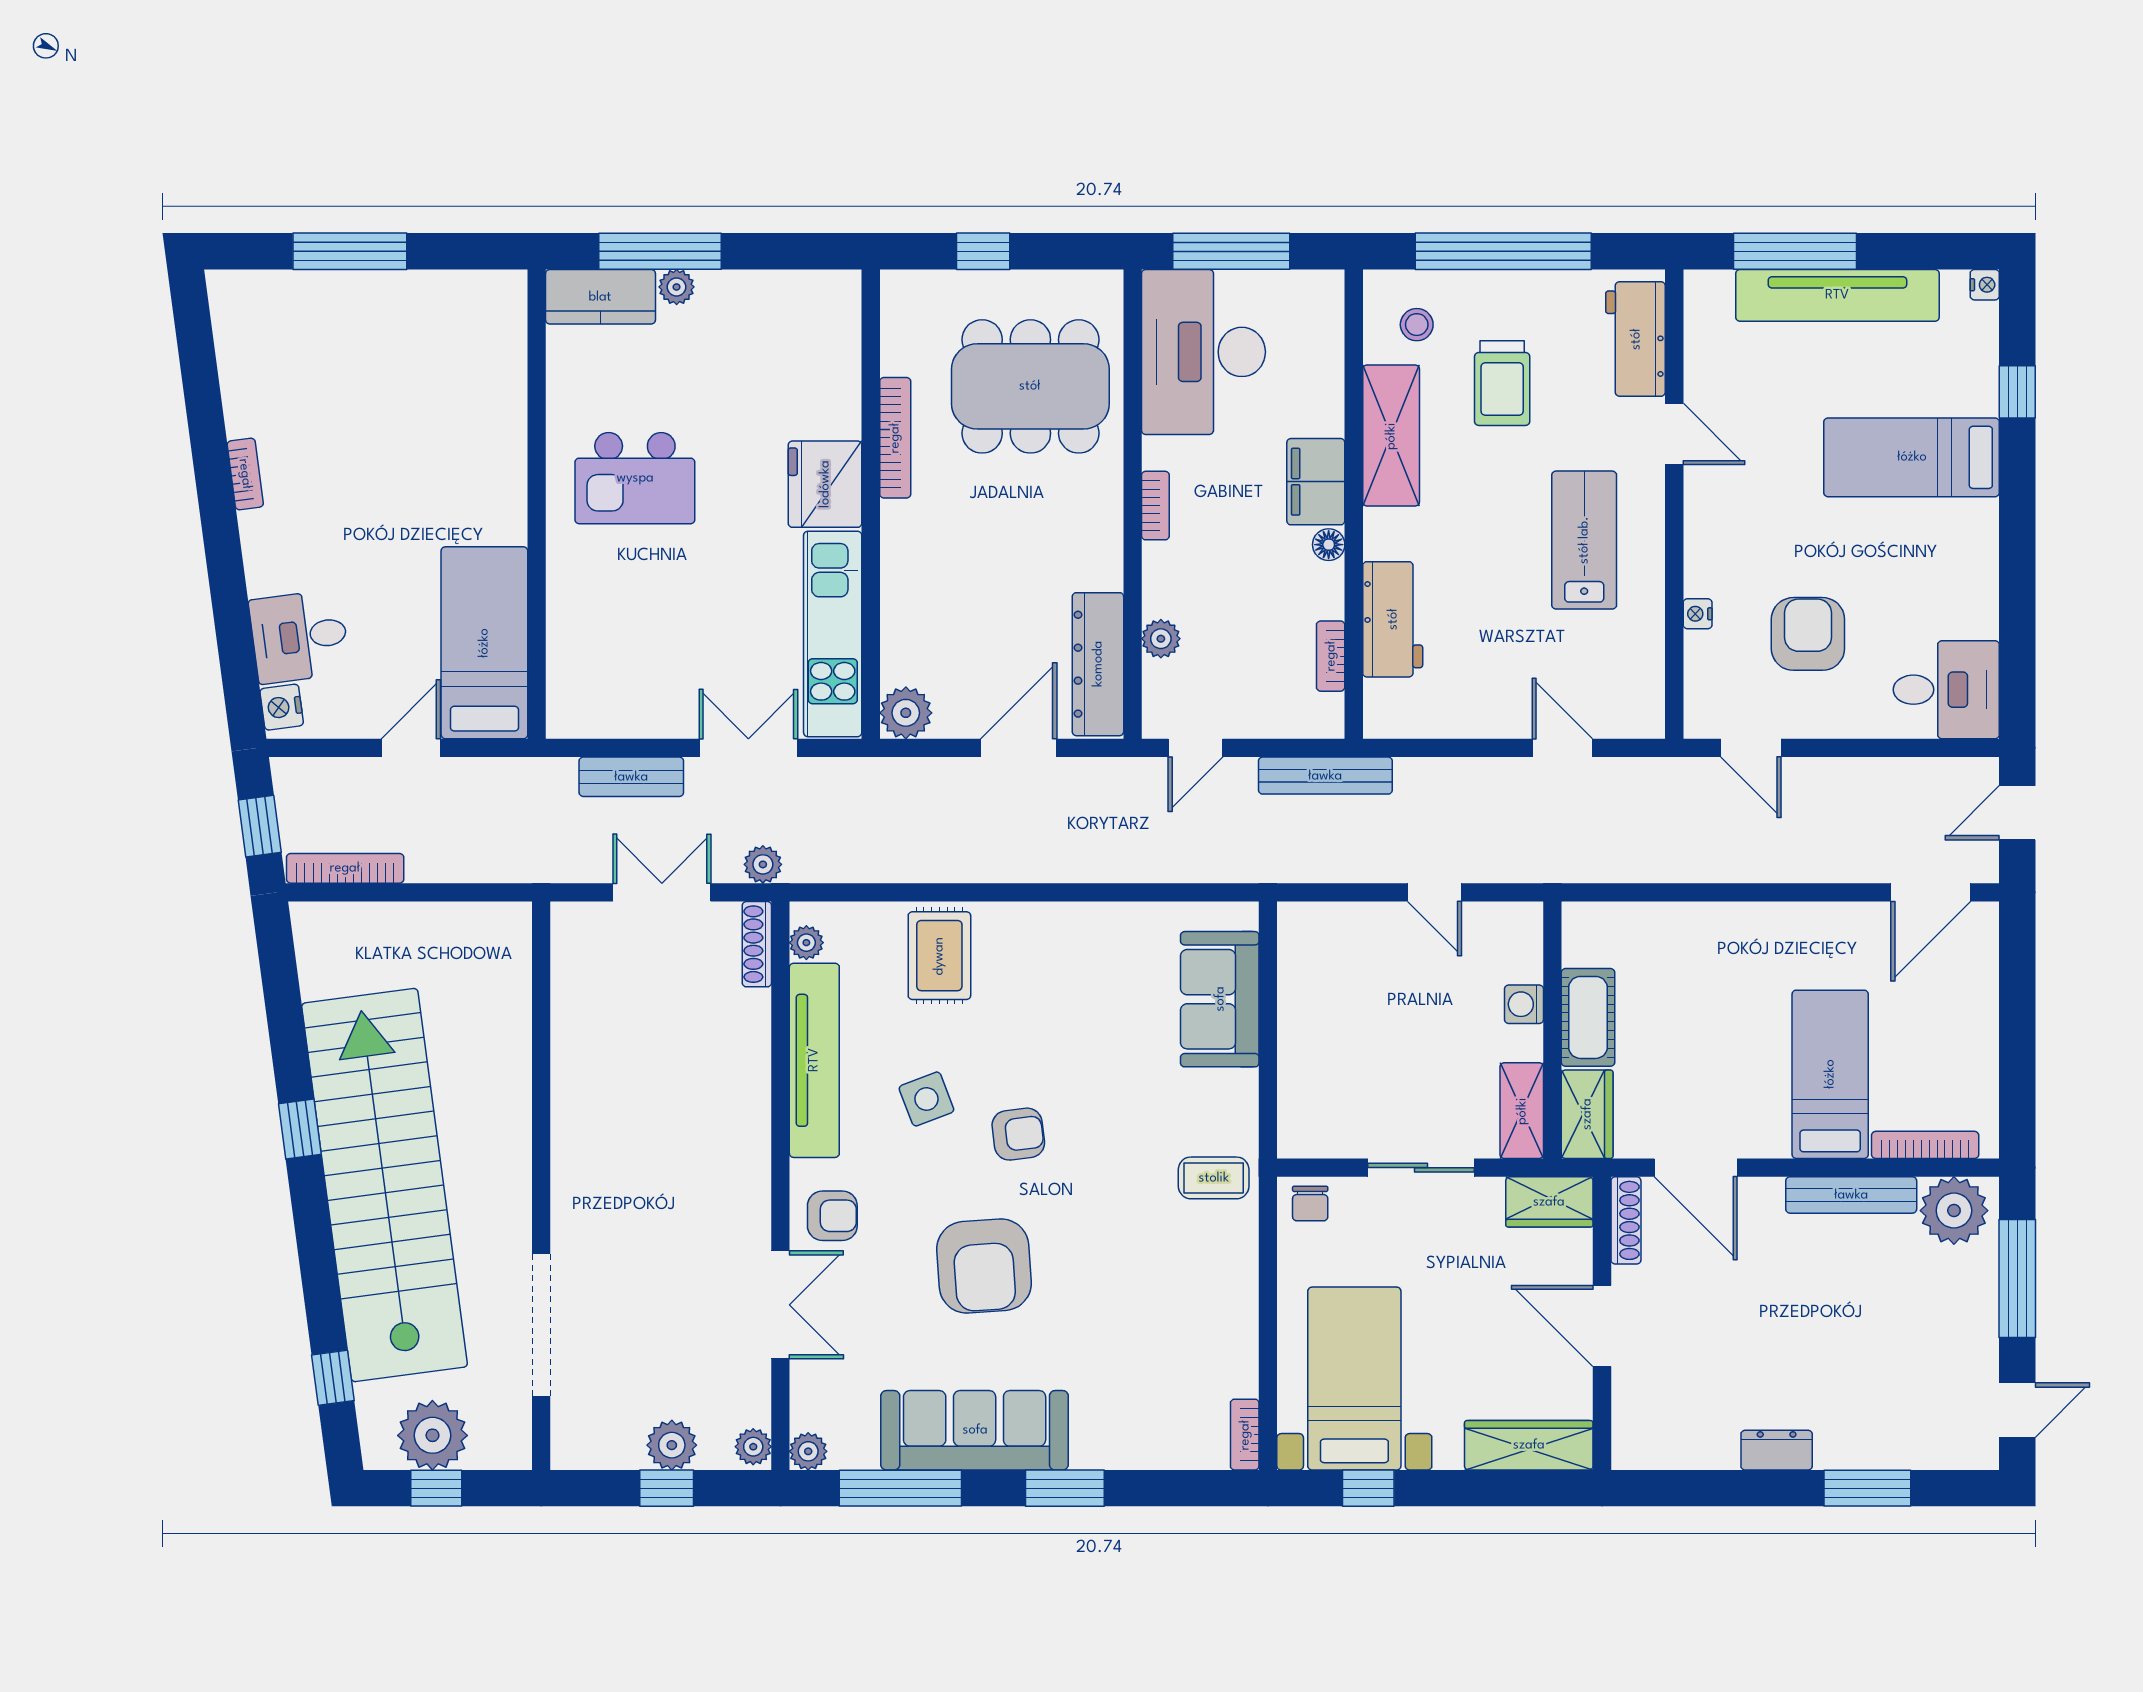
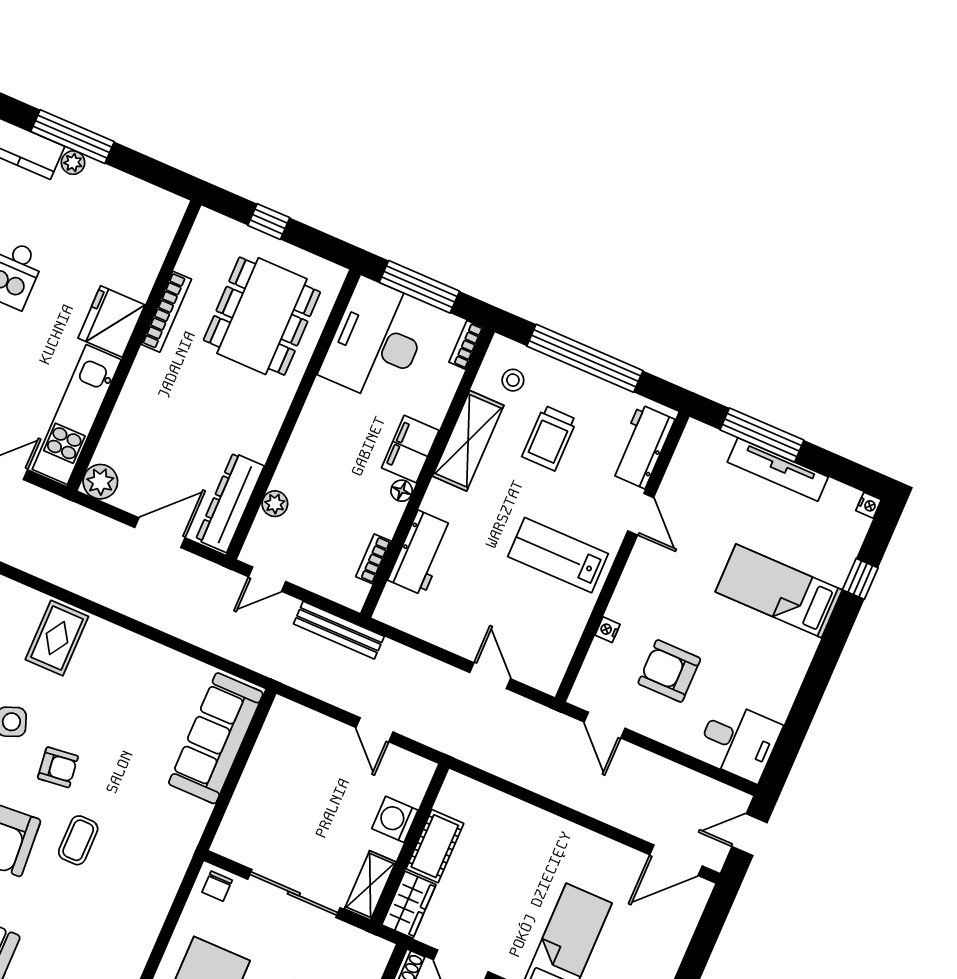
tv unit: (1837, 295) -> (778, 469), width x0.73, depth x0.78
dining table: (1030, 386) -> (262, 316), turned 90
bookcase: (1155, 506) -> (466, 345), moved, turned 180
lab bench: (1584, 540) -> (558, 555), turned -90
armchair: (1808, 634) -> (669, 671), turned -90
sofa: (1220, 999) -> (216, 738), width x1.36
washing machine: (1524, 1004) -> (395, 819), width x1.38, depth x1.38
sliding door: (1421, 1168) -> (294, 894), width x1.37
coffee table: (1214, 1178) -> (78, 840), moved, turned 90
wardrobe: (1549, 1202) -> (363, 948), removed

